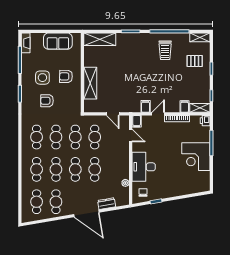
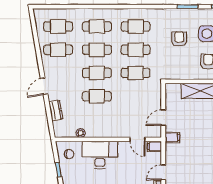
filing cabinet: (146, 106) -> (172, 137), moved
door: (158, 114) -> (163, 172), swing flipped
door: (131, 135) -> (137, 139), hinge flipped
cafe table: (95, 137) -> (136, 96), removed
door: (86, 213) -> (44, 86), width x0.53

